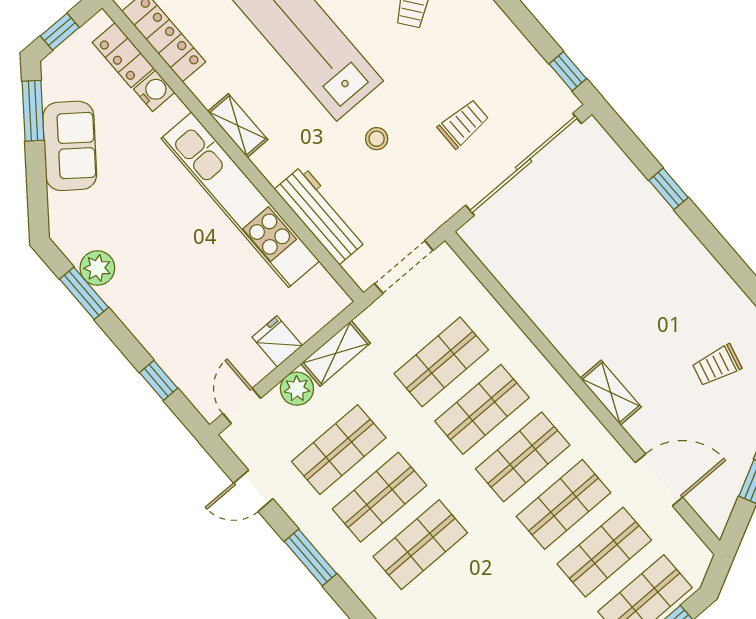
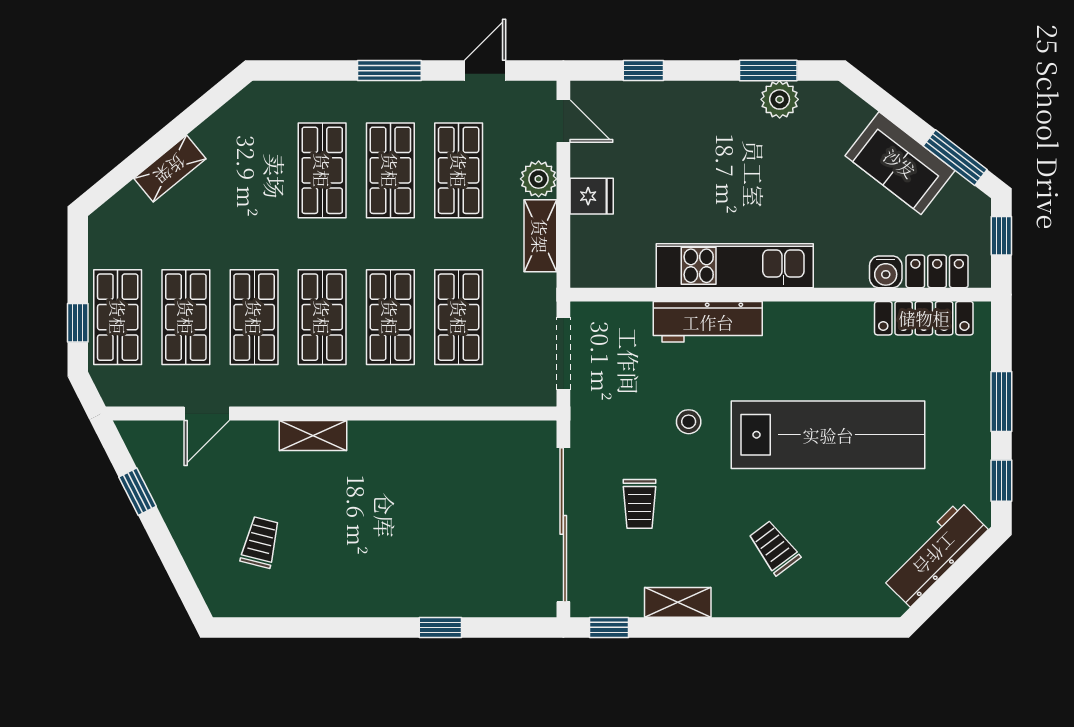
shelving: (238, 126) -> (678, 602), moved
kitchen unit: (240, 200) -> (735, 266), width x0.73
workbench: (321, 215) -> (708, 322), moved
door: (659, 480) -> (207, 414), width x0.73

